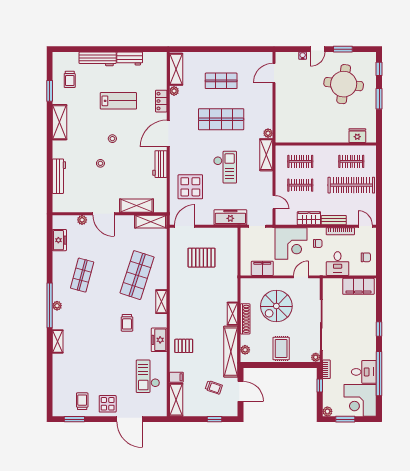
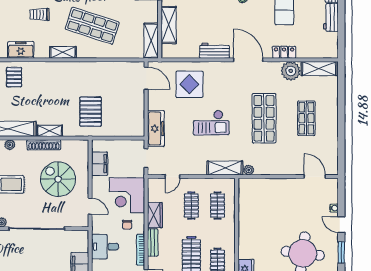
plant: (174, 91) -> (291, 71), width x1.88, depth x1.88
pallet: (201, 258) -> (91, 112), moved

